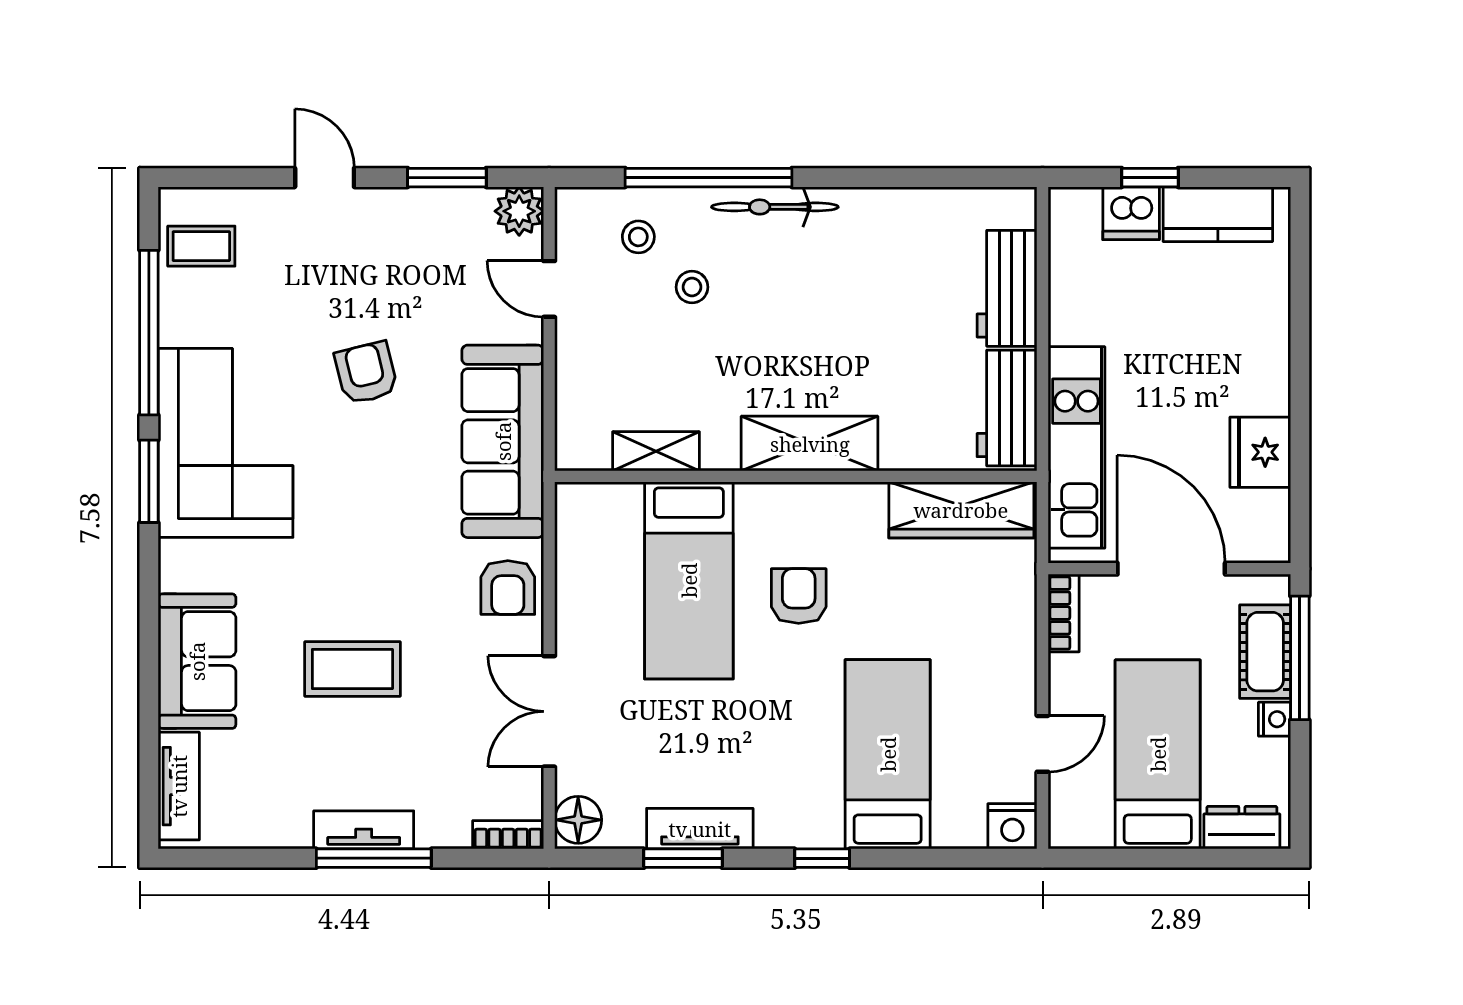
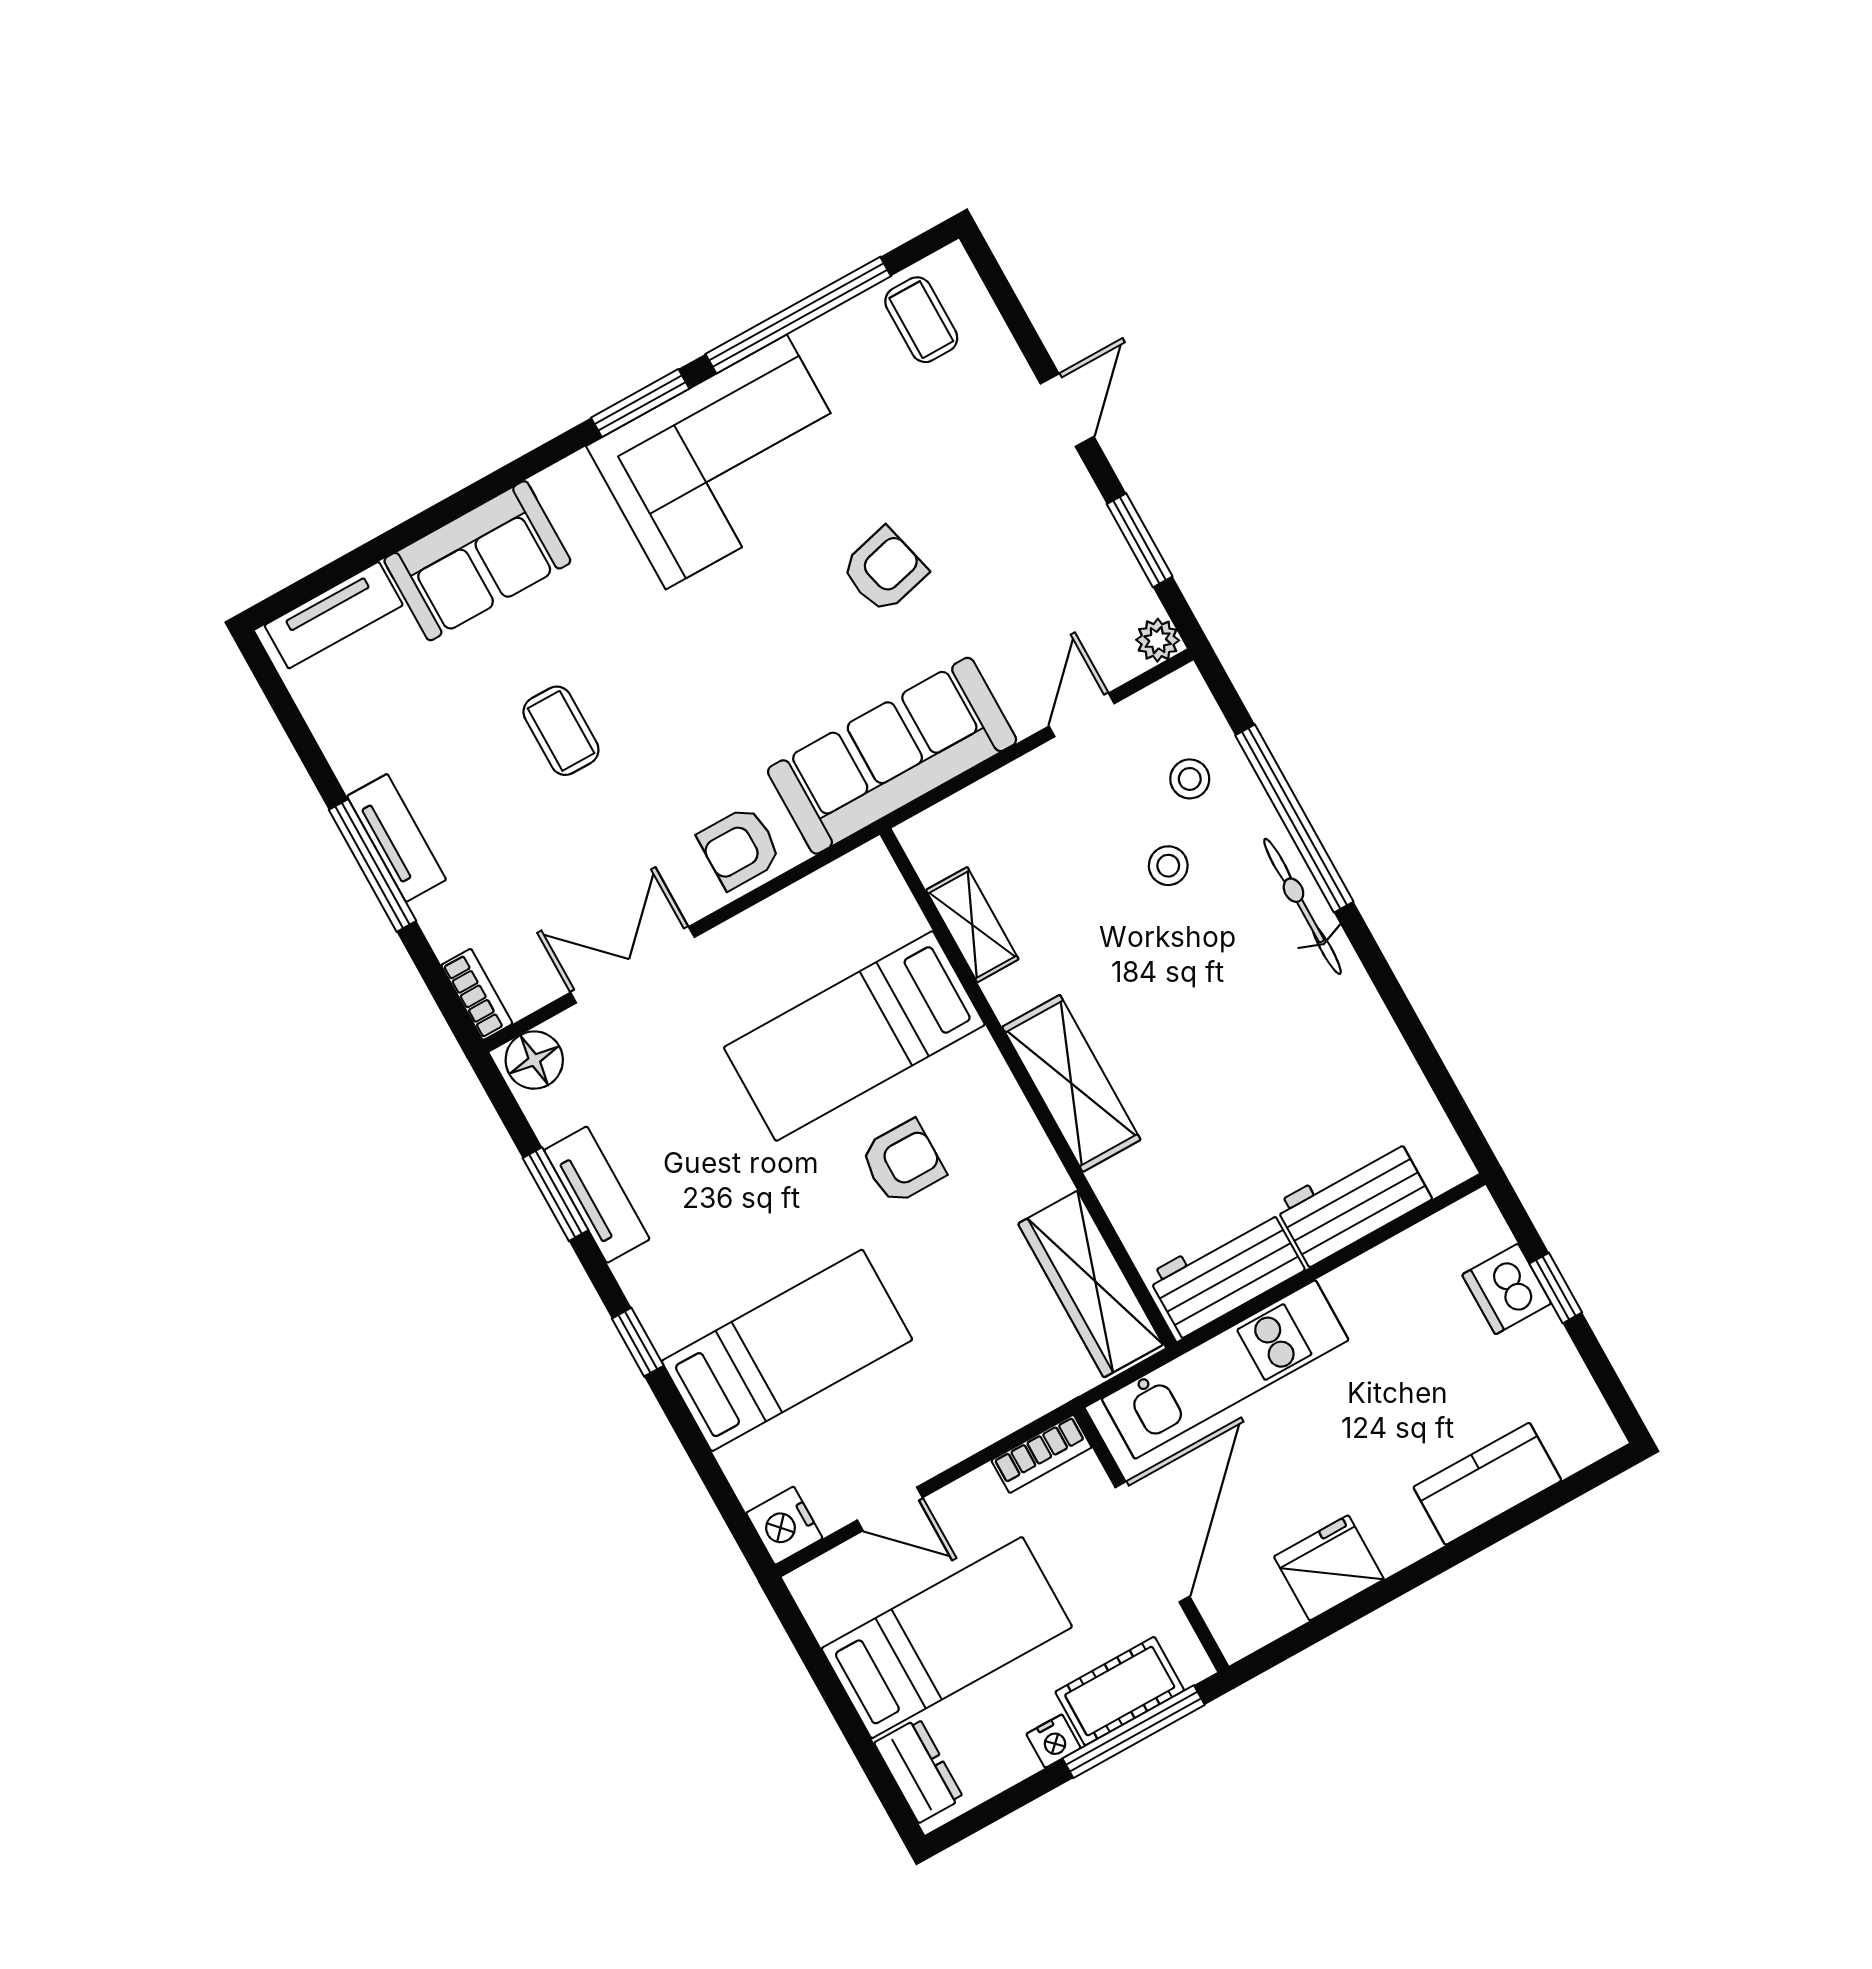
plant: (519, 211) -> (1158, 640), width x0.73, depth x0.73
kitchen counter: (1218, 214) -> (1487, 1484), moved, turned 90
coffee table: (352, 669) -> (561, 731), width x0.73, depth x0.77

